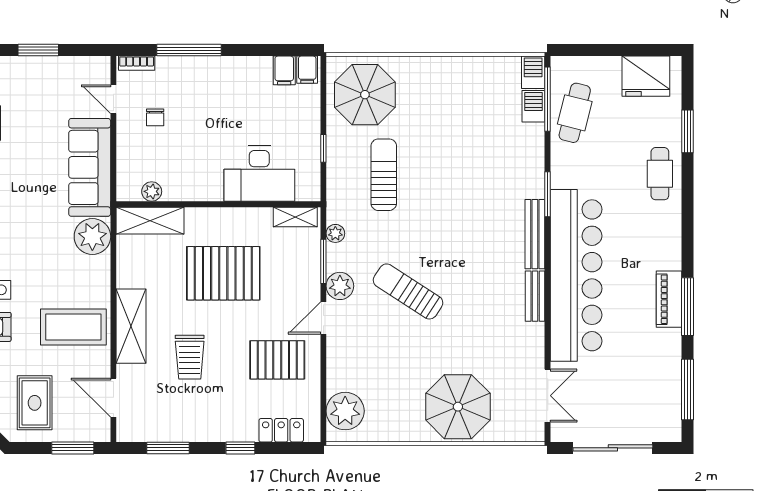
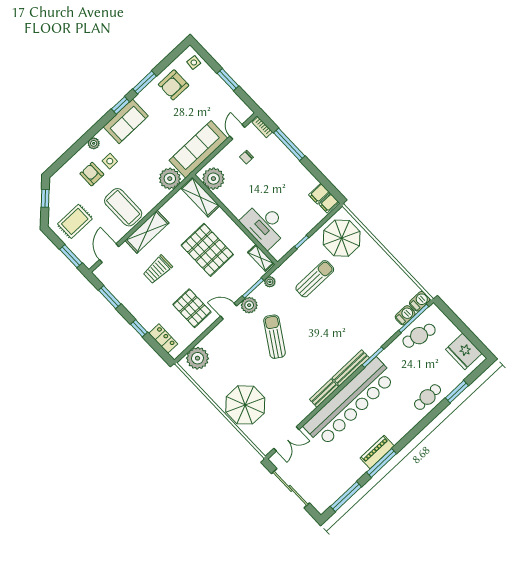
plant: (152, 191) -> (213, 179), width x1.87, depth x1.87

